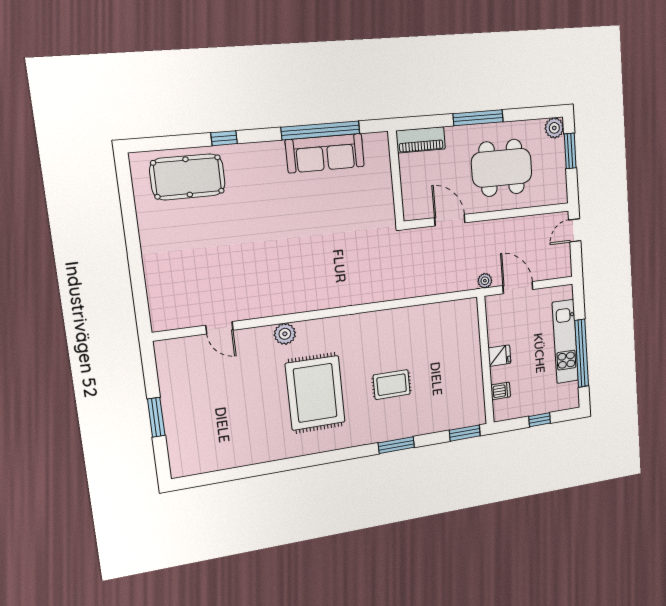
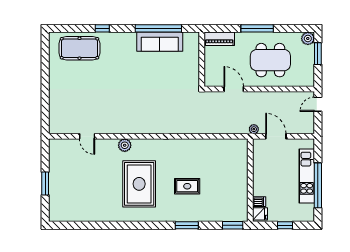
fridge: (499, 356) -> (260, 214), moved

